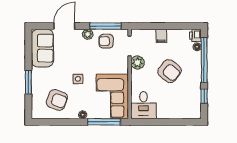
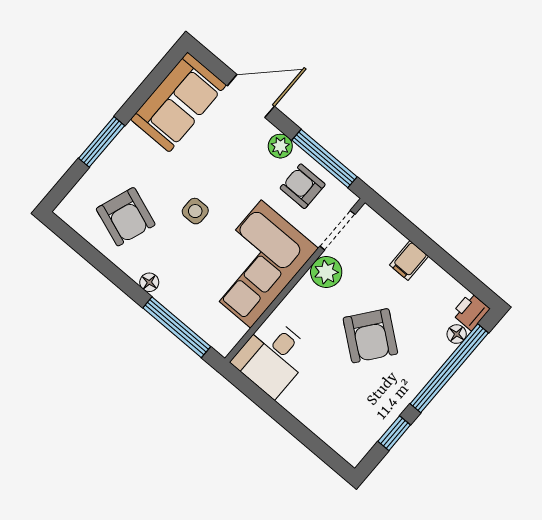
corner sofa: (112, 96) -> (256, 264), moved

